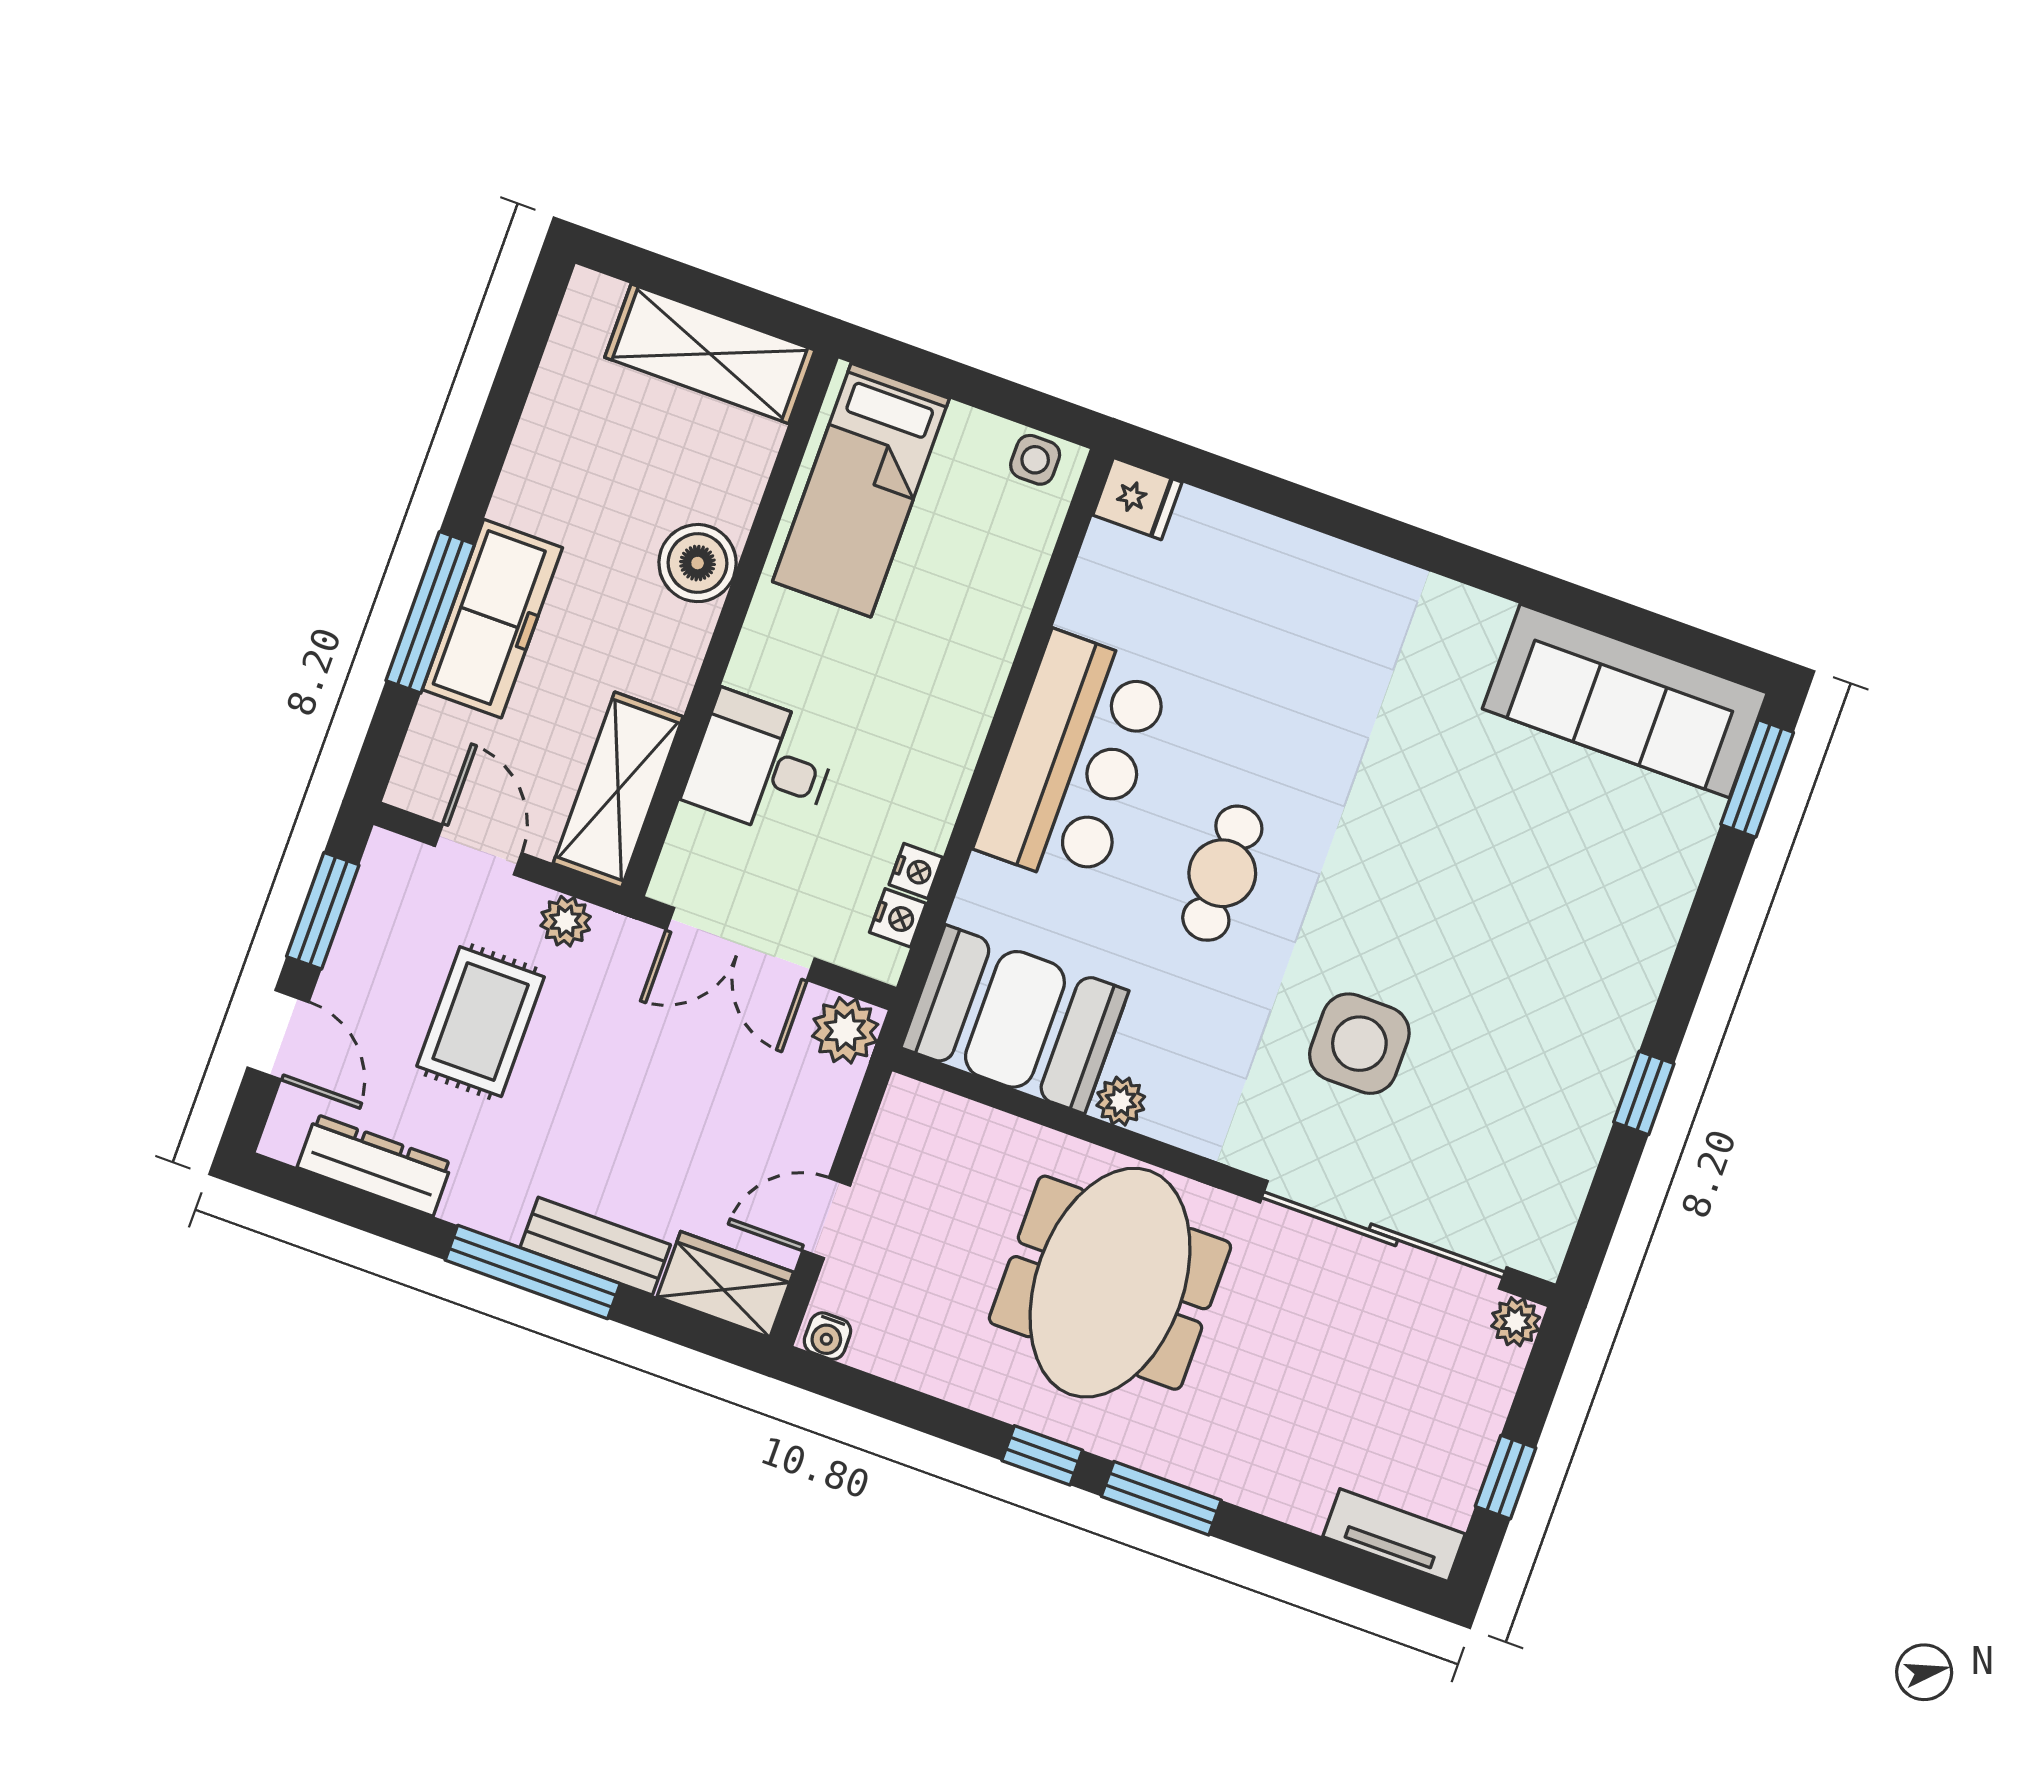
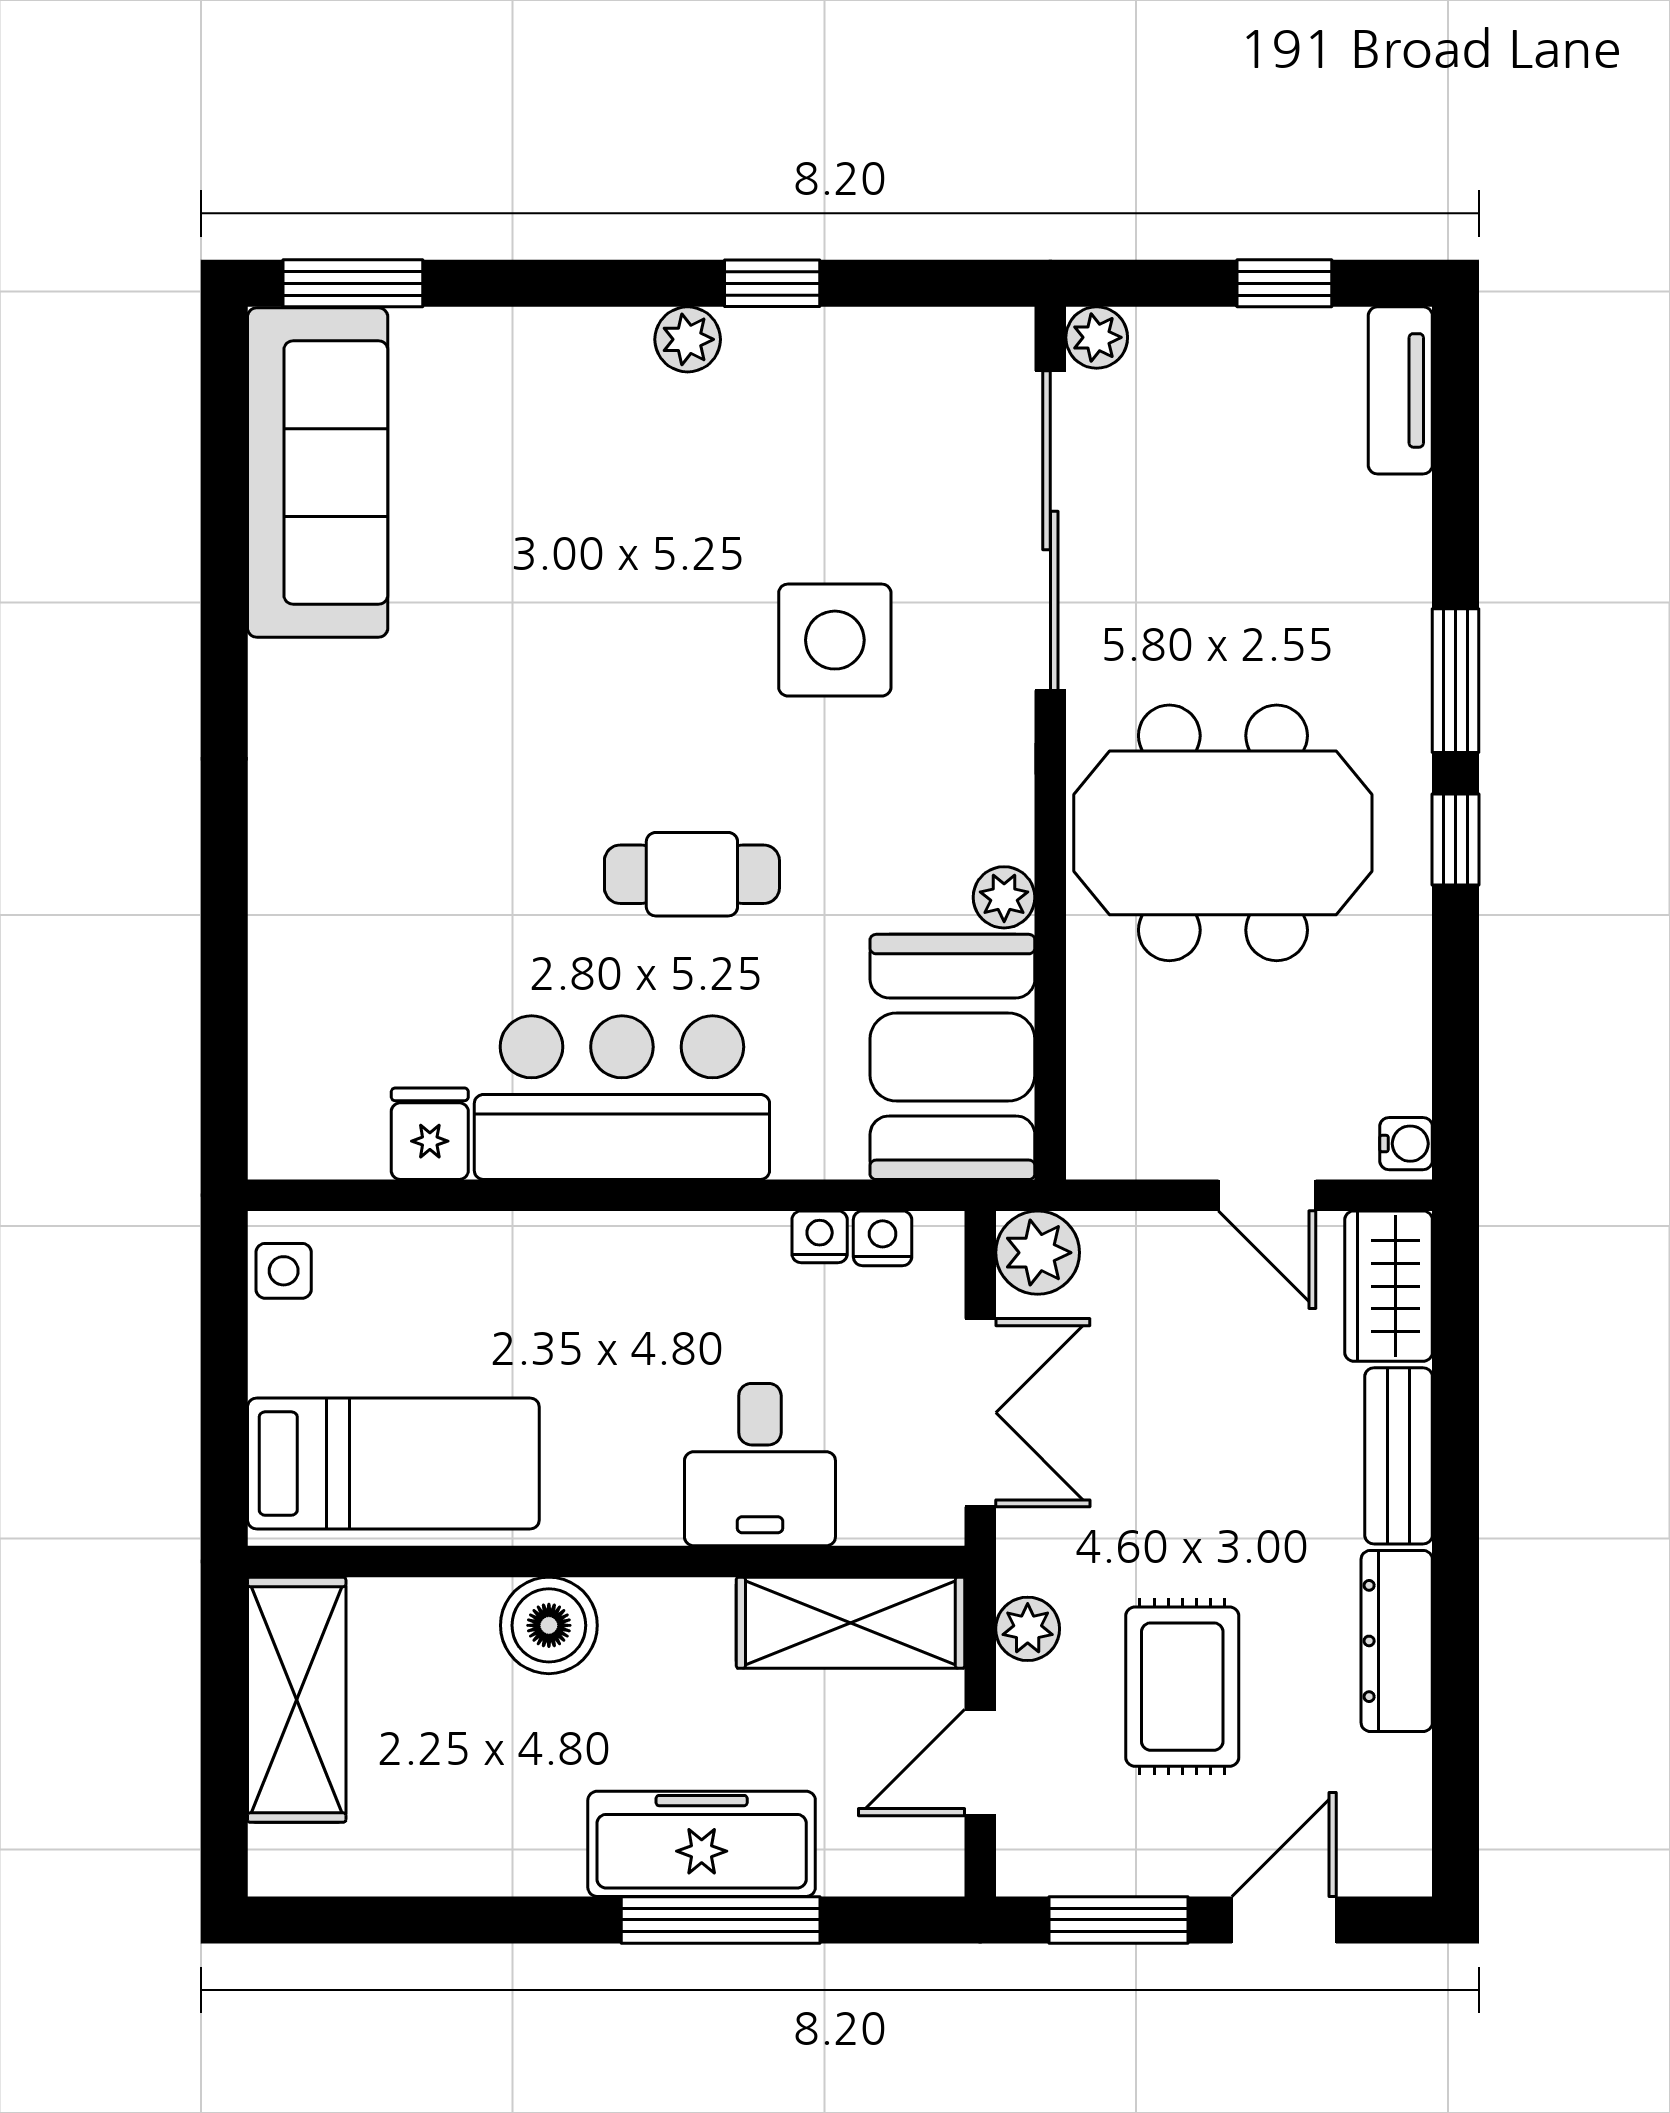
fridge: (1137, 499) -> (430, 1134), moved
plant: (1625, 1014) -> (688, 339), added
rug: (481, 1022) -> (1182, 1687), turned 90
dresser: (375, 1165) -> (1397, 1641), moved
window: (533, 1272) -> (1456, 1519), removed

